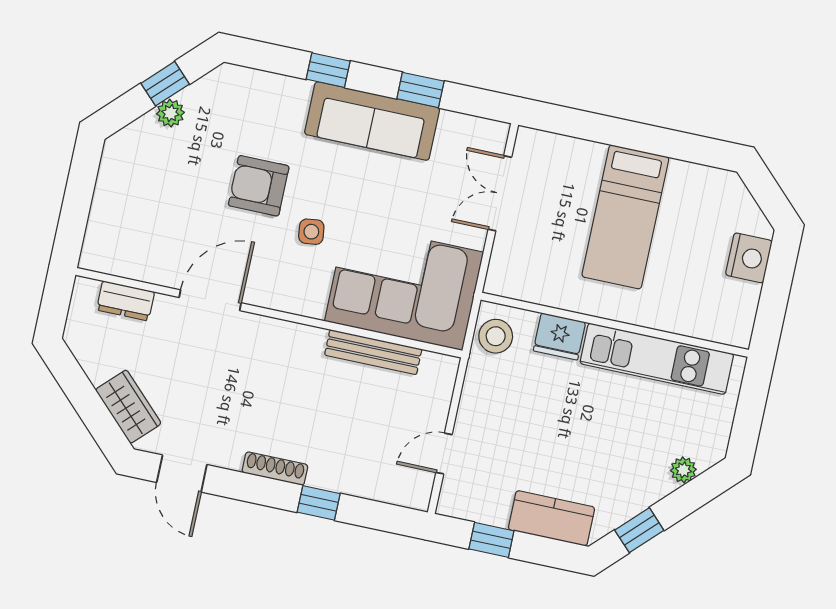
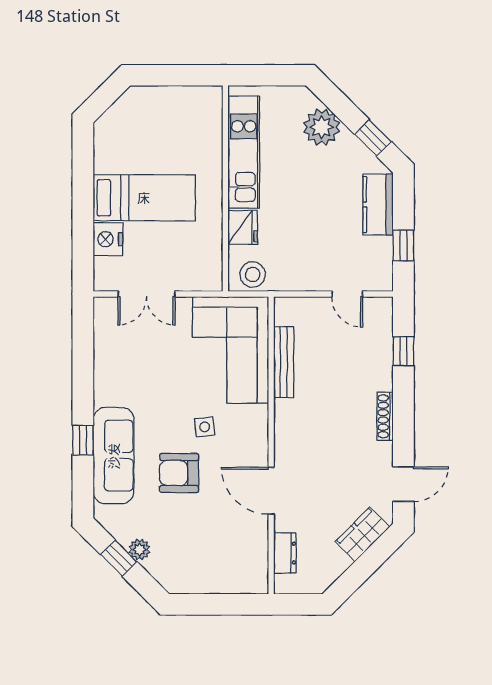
window: (420, 90) -> (83, 369), removed
sofa: (372, 121) -> (114, 456), moved
armchair: (259, 186) -> (179, 473), turned 90
nightstand: (749, 258) -> (108, 239), moved, turned -90
plant: (683, 470) -> (322, 127), width x1.88, depth x1.88
window: (319, 503) -> (403, 351), moved

